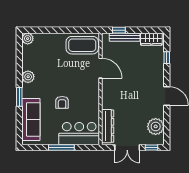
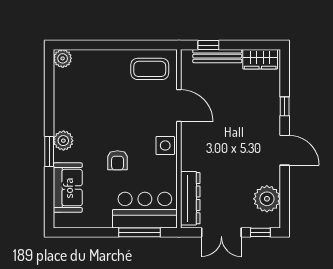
coffee table: (82, 45) -> (150, 69), width x0.73, depth x0.76
window: (167, 58) -> (285, 106), moved
plant: (28, 77) -> (63, 141), moved
side table: (92, 93) -> (165, 145), added
sofa: (31, 119) -> (68, 188), width x0.73
window: (61, 148) -> (139, 232), moved

